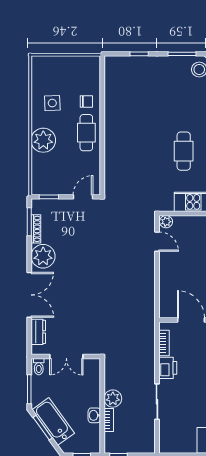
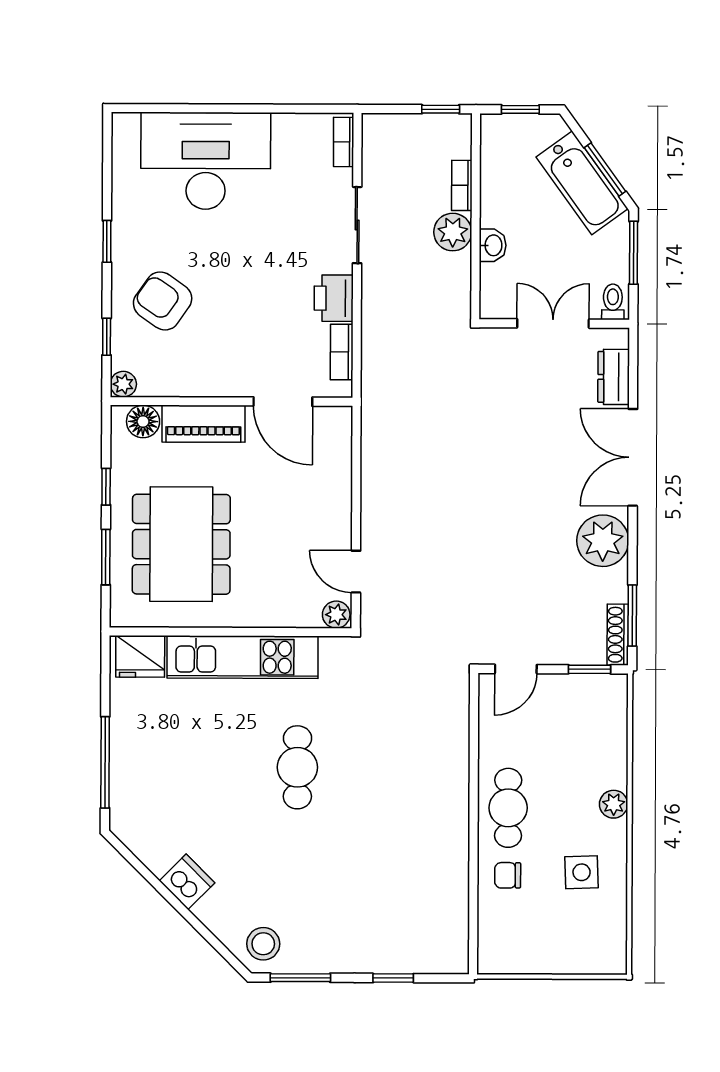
plant: (43, 140) -> (614, 804), width x0.53, depth x0.53
shoe rack: (36, 229) -> (618, 635), moved
washbasin: (94, 415) -> (493, 245), moved
bookcase: (163, 440) -> (344, 142), added

